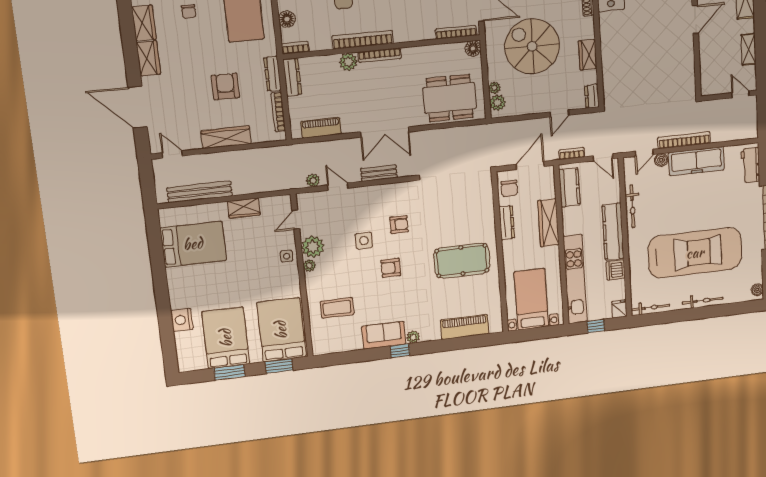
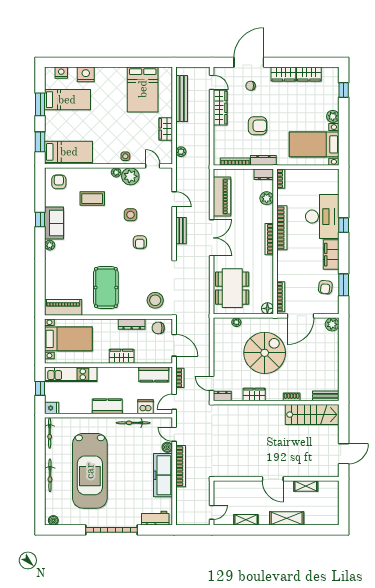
chair: (189, 12) -> (251, 86), moved
floor lamp: (287, 19) -> (302, 175), removed
plant: (348, 62) -> (267, 198), moved
dresser: (292, 77) -> (264, 174), width x0.70
plant: (498, 103) -> (225, 324), removed
door: (559, 114) -> (212, 383), moved
piano: (321, 128) -> (222, 197), width x1.37, depth x1.33
double door: (385, 132) -> (212, 238), swing flipped
wardrobe: (226, 137) -> (220, 108), moved
door: (172, 154) -> (212, 82), hinge flipped
plant: (313, 180) -> (181, 152), moved
door: (338, 187) -> (174, 199), hinge flipped
stool: (474, 196) -> (155, 300), added
wardrobe: (548, 223) -> (122, 356), width x0.67
kitchen counter: (613, 232) -> (107, 406), width x0.67
armchair: (391, 268) -> (59, 182), moved
dishwasher: (616, 270) -> (146, 407), moved
kitchen unit: (575, 279) -> (71, 374), width x0.73
coffee table: (337, 308) -> (92, 199), moved, turned 90
piano: (465, 327) -> (63, 307), moved, turned -90
bed: (281, 330) -> (69, 152), width x0.67
bed: (226, 338) -> (67, 100), width x0.67
nightstand: (183, 351) -> (61, 73), added
window: (400, 351) -> (40, 219), moved

